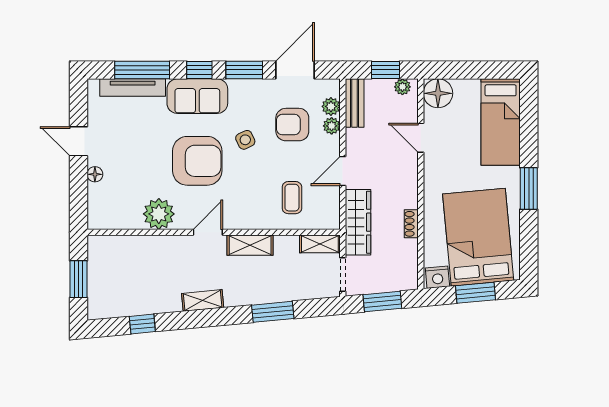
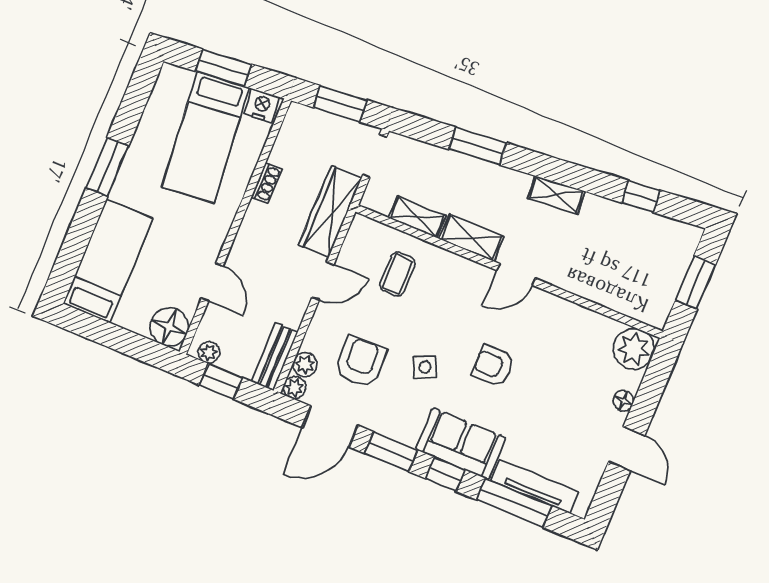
armchair: (292, 125) -> (360, 362), turned -92
plant: (332, 126) -> (294, 388), moved
armchair: (197, 161) -> (493, 366), width x0.53, depth x0.53
plant: (159, 214) -> (634, 349), moved
bed: (478, 237) -> (206, 137), width x0.67
shelving: (320, 244) -> (417, 217), moved

